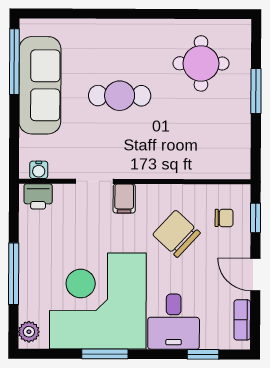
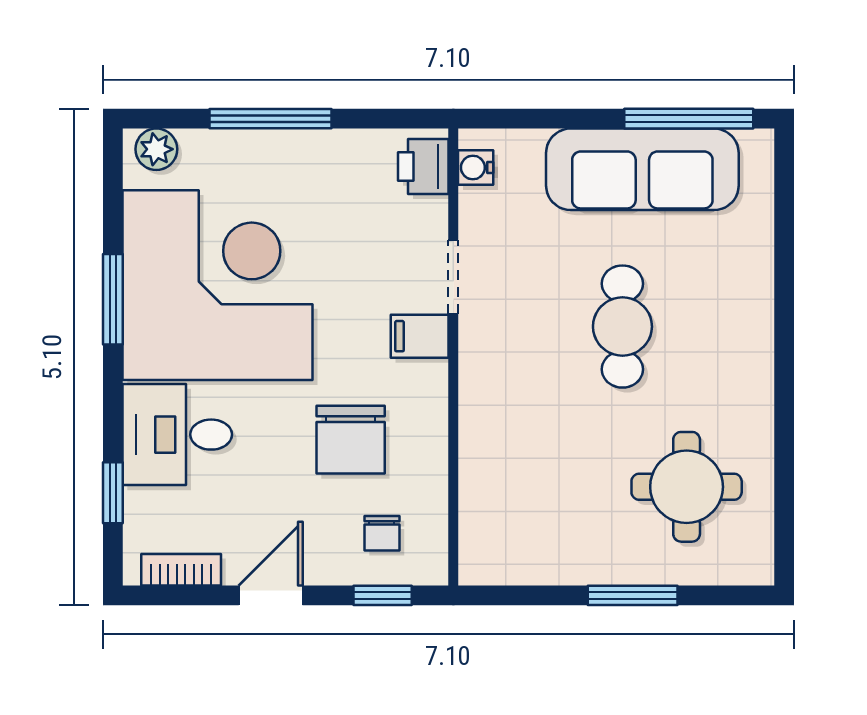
chair: (176, 234) -> (351, 440), turned 137

